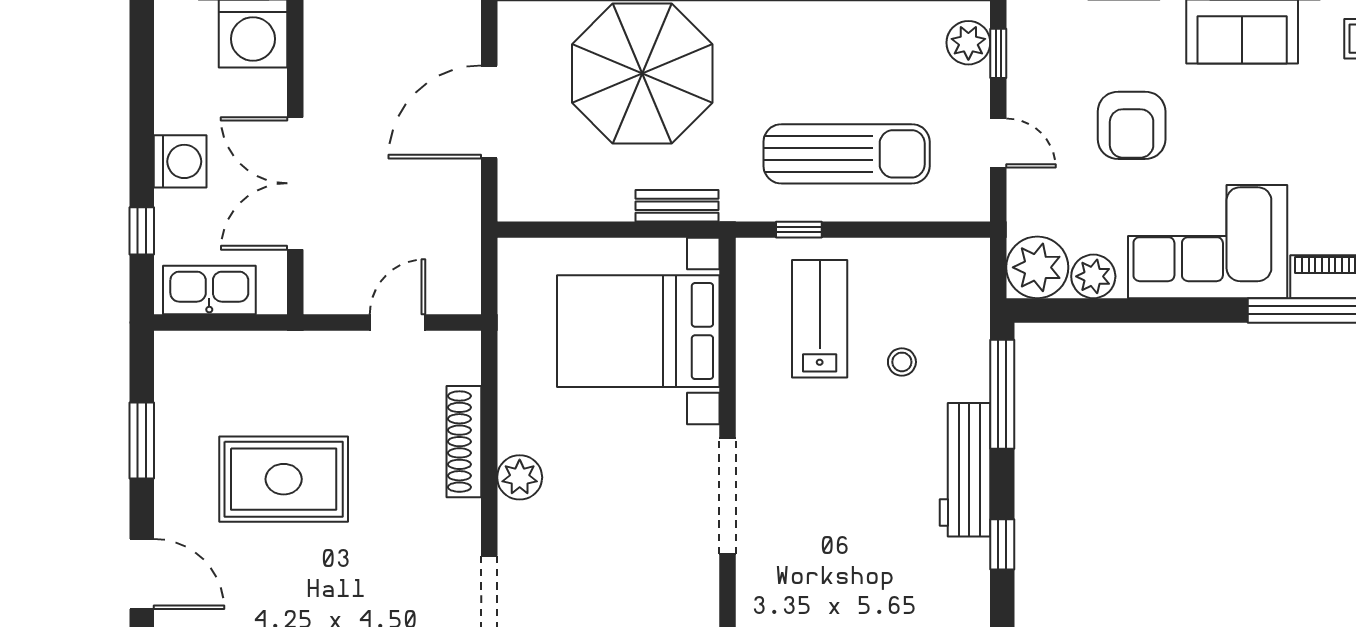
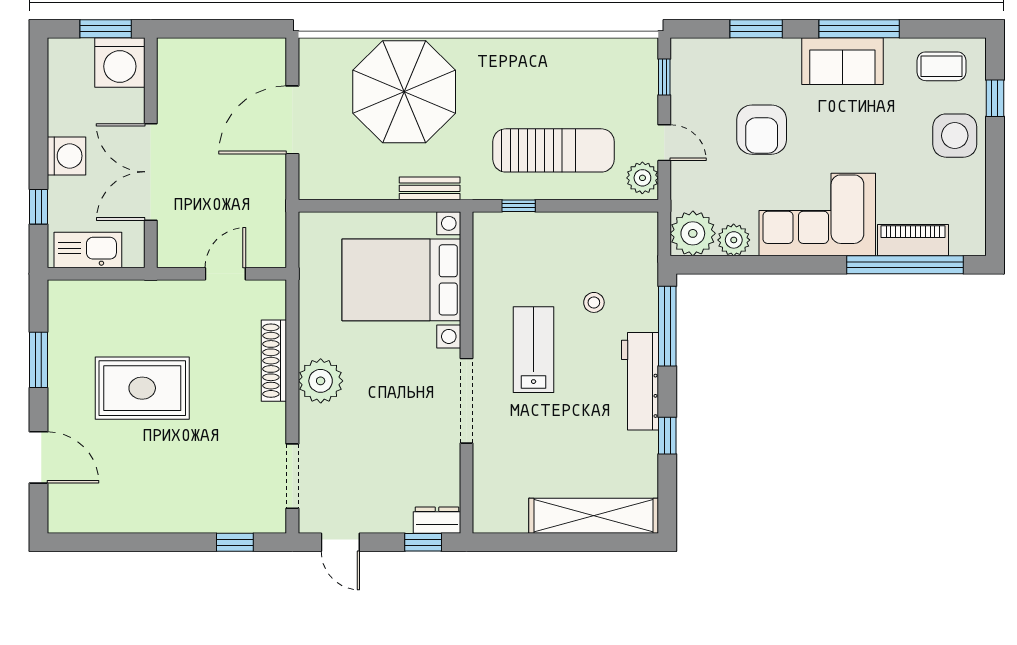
plant: (968, 43) -> (642, 178), moved
lab bench: (820, 319) -> (534, 350), moved
plant: (520, 477) -> (321, 381), width x1.36, depth x1.36

